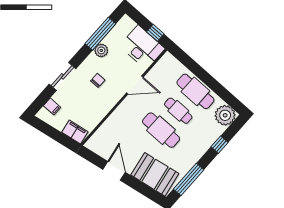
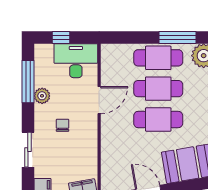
window: (155, 33) -> (61, 37), moved
window: (219, 89) -> (177, 37), added
cafe table: (178, 111) -> (158, 89), width x1.37, depth x1.35

